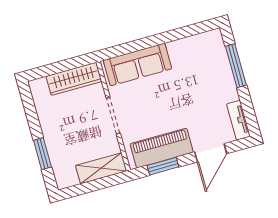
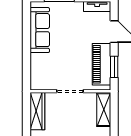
sofa: (137, 65) -> (40, 30), moved

